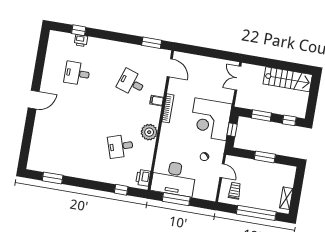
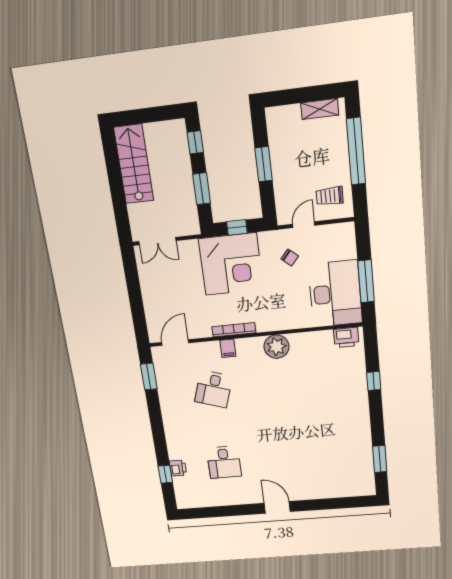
desk: (120, 146) -> (309, 381), removed
window: (121, 190) -> (374, 381), moved

